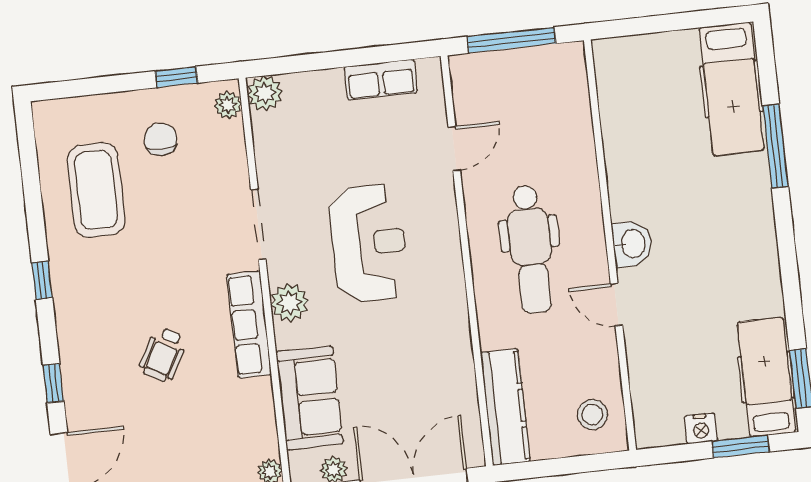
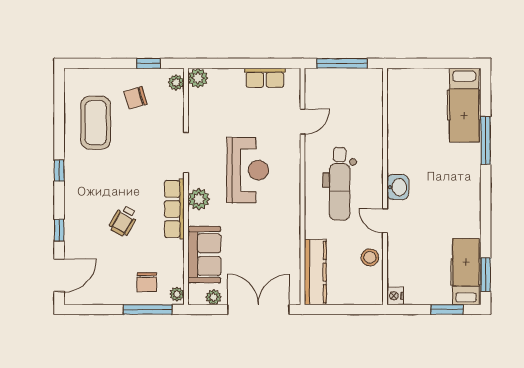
chair: (161, 139) -> (136, 98), turned -106
stool: (592, 415) -> (370, 257), moved
nightstand: (701, 428) -> (395, 296), moved, turned 90
chair: (215, 457) -> (147, 282), added

